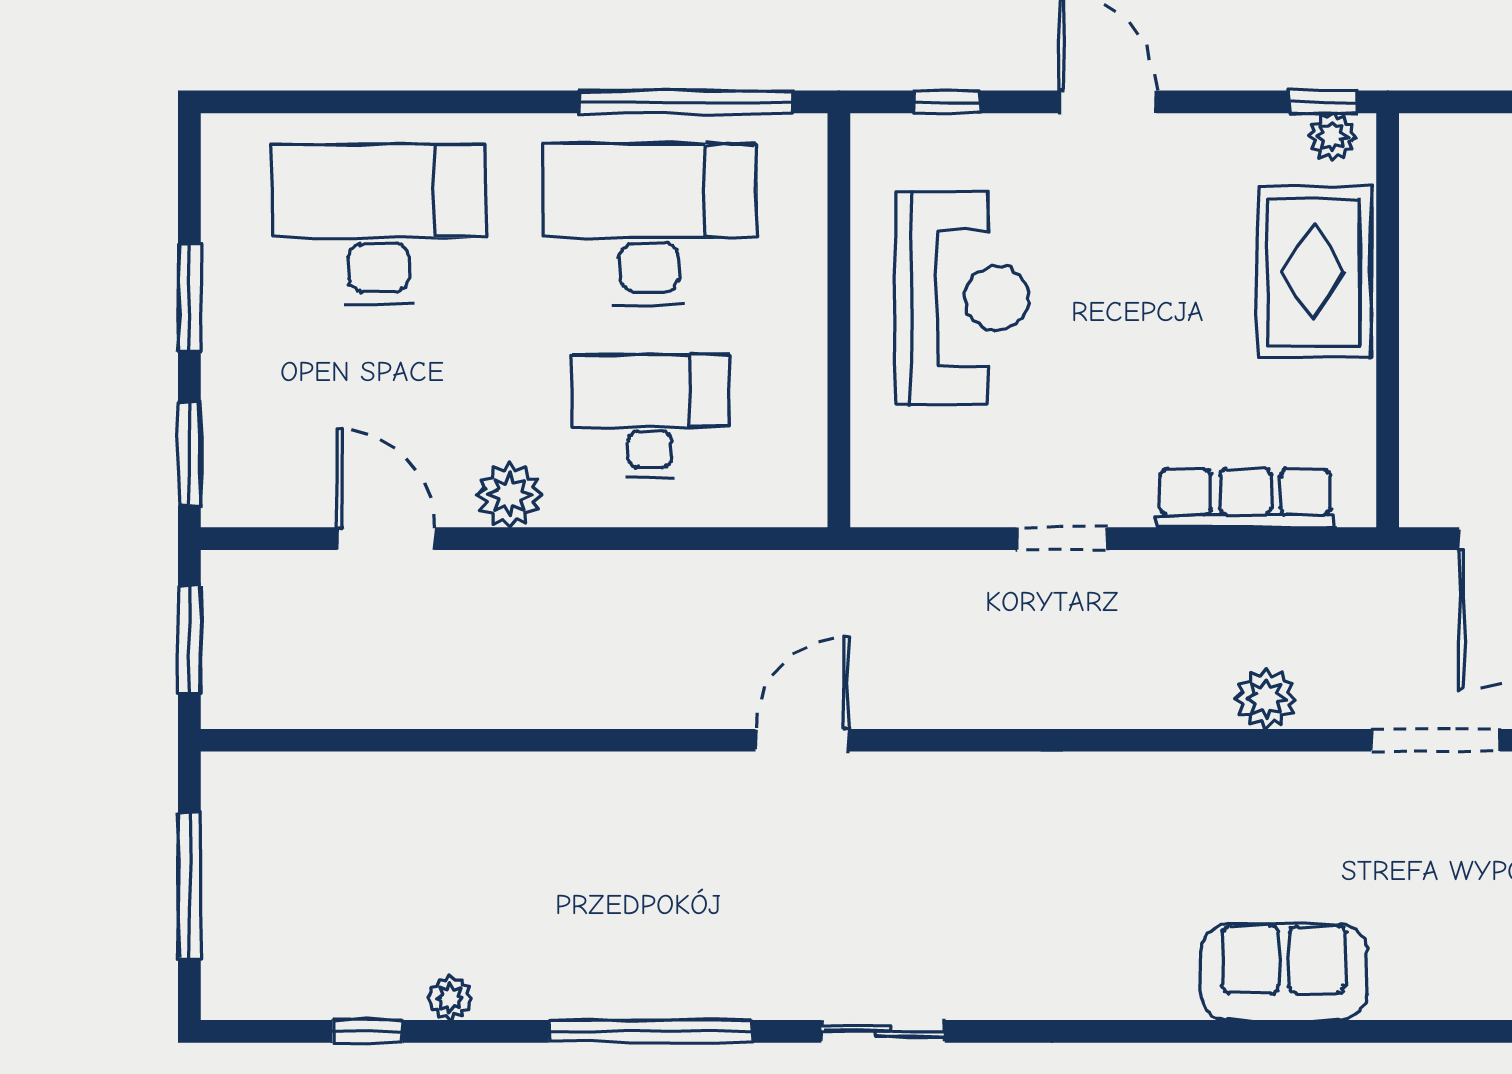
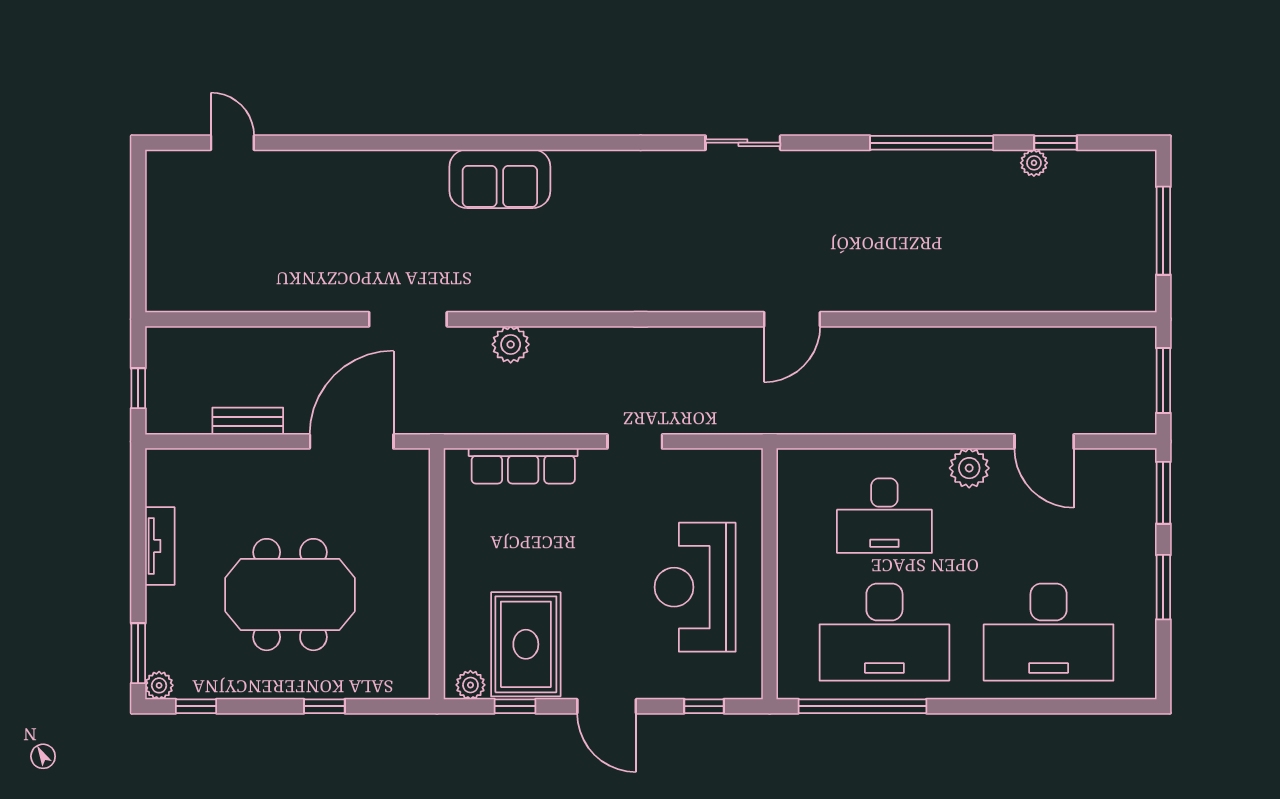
window: (1324, 102) -> (515, 706), moved
rug: (1314, 272) -> (526, 644), moved
plant: (450, 998) -> (1034, 163), moved
window: (650, 1031) -> (932, 143), moved

